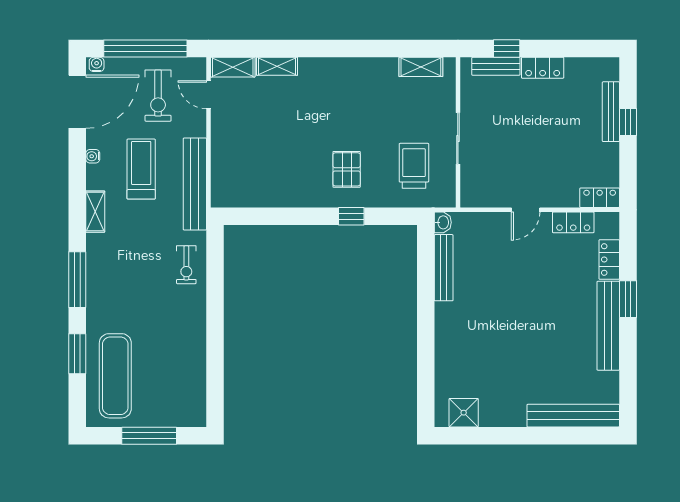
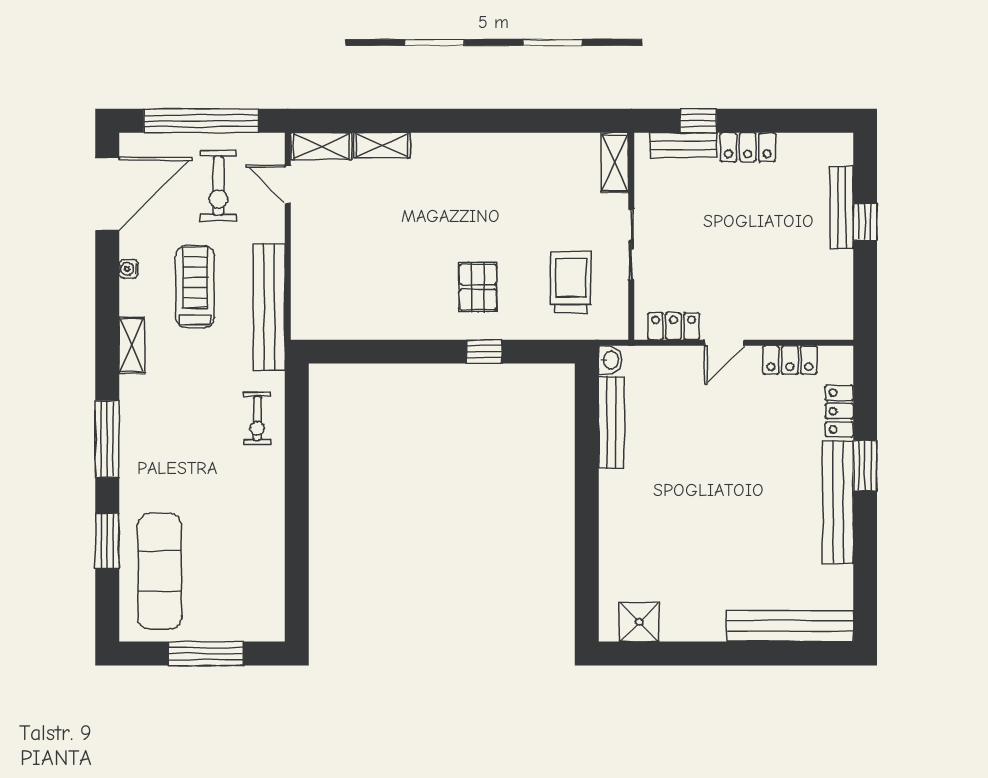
water cooler: (97, 64) -> (134, 143), removed
shelving: (421, 67) -> (615, 163), moved, turned 90
locker: (600, 198) -> (674, 326), moved

